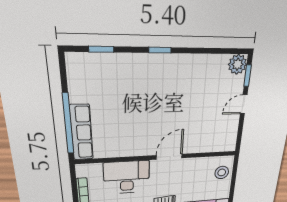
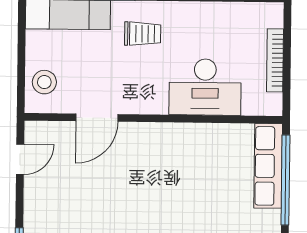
door: (244, 104) -> (20, 159), moved
door: (169, 157) -> (97, 118), moved

